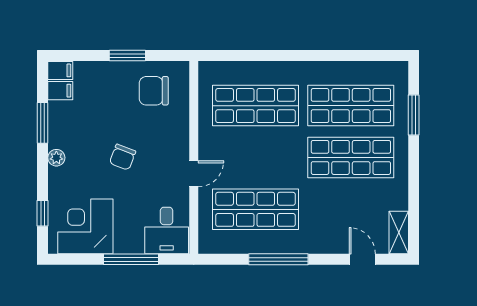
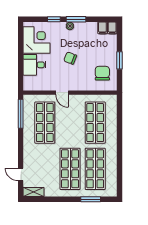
window: (43, 123) -> (76, 19), moved
window: (43, 213) -> (54, 19), moved
desk: (167, 231) -> (35, 65), moved
window: (131, 259) -> (21, 62), removed
window: (278, 259) -> (21, 114), moved
door: (362, 259) -> (21, 174), swing flipped

